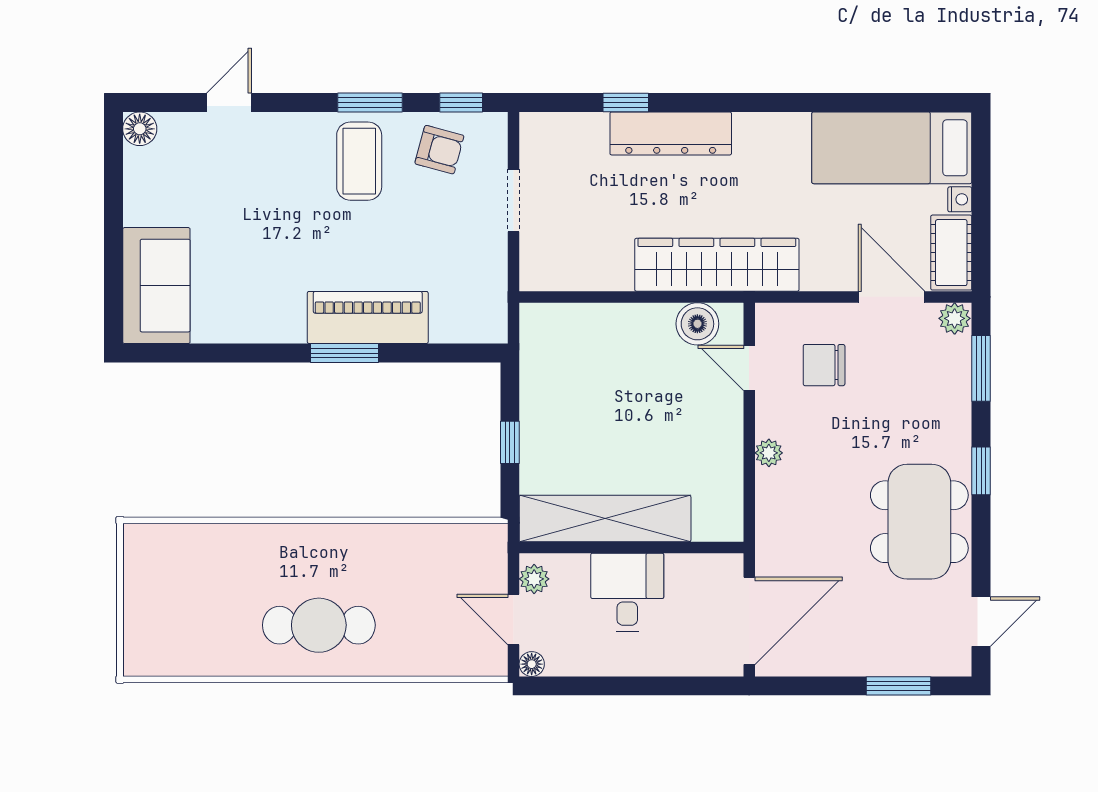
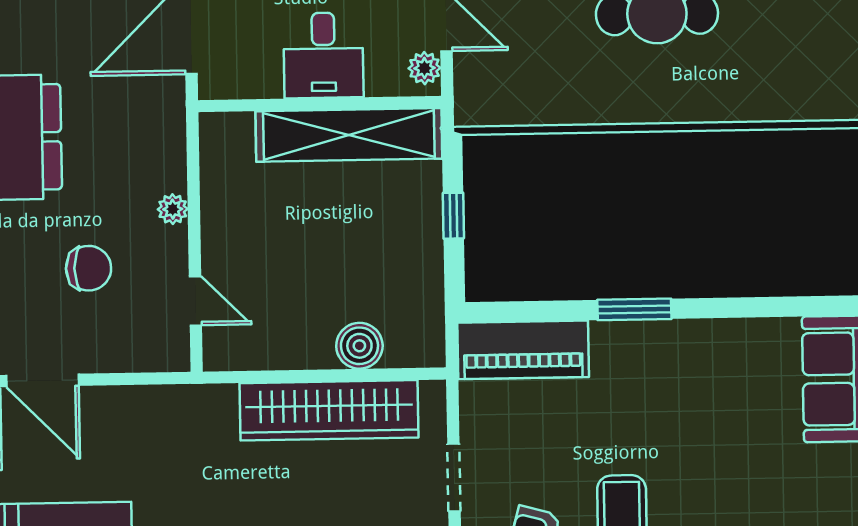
wardrobe: (717, 265) -> (329, 410), moved
piano: (368, 317) -> (523, 350), moved
boiler: (697, 324) -> (359, 346), moved
chair: (824, 365) -> (89, 268), moved

